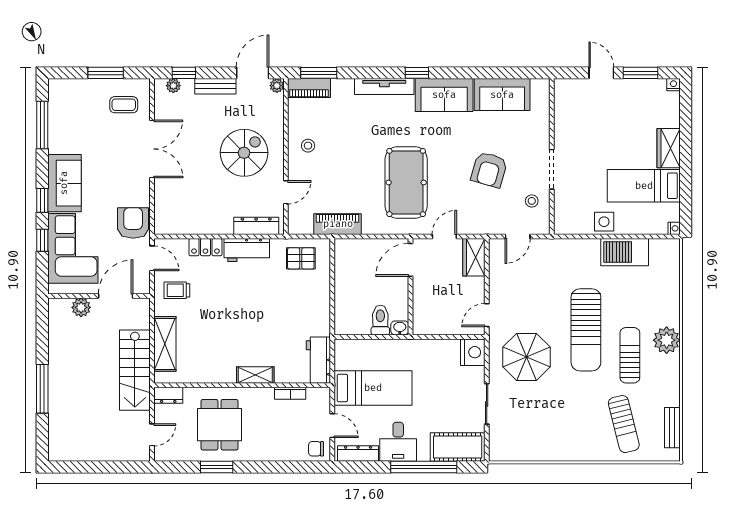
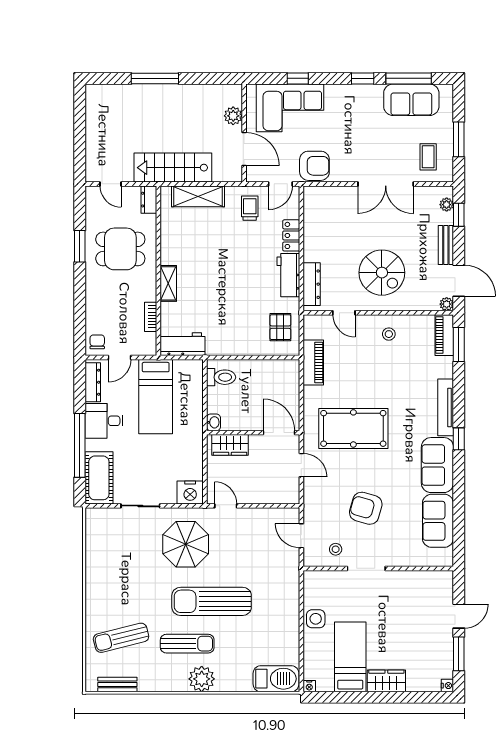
sofa: (64, 183) -> (411, 100), moved
window: (42, 200) -> (363, 78), moved
barbecue: (625, 252) -> (276, 679), moved, turned 90
wardrobe: (474, 257) -> (230, 445), moved, turned 180
toilet: (380, 320) -> (221, 377), moved

